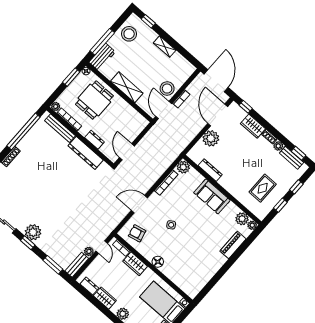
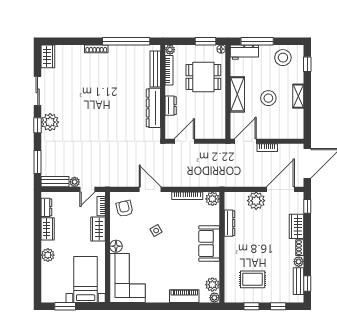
stool: (167, 89) -> (268, 98), moved
corner sofa: (186, 273) -> (127, 278), added

